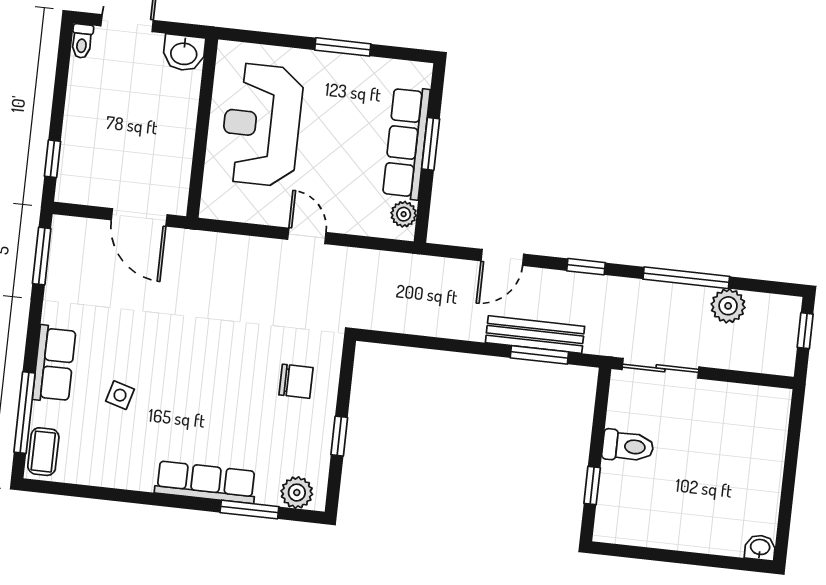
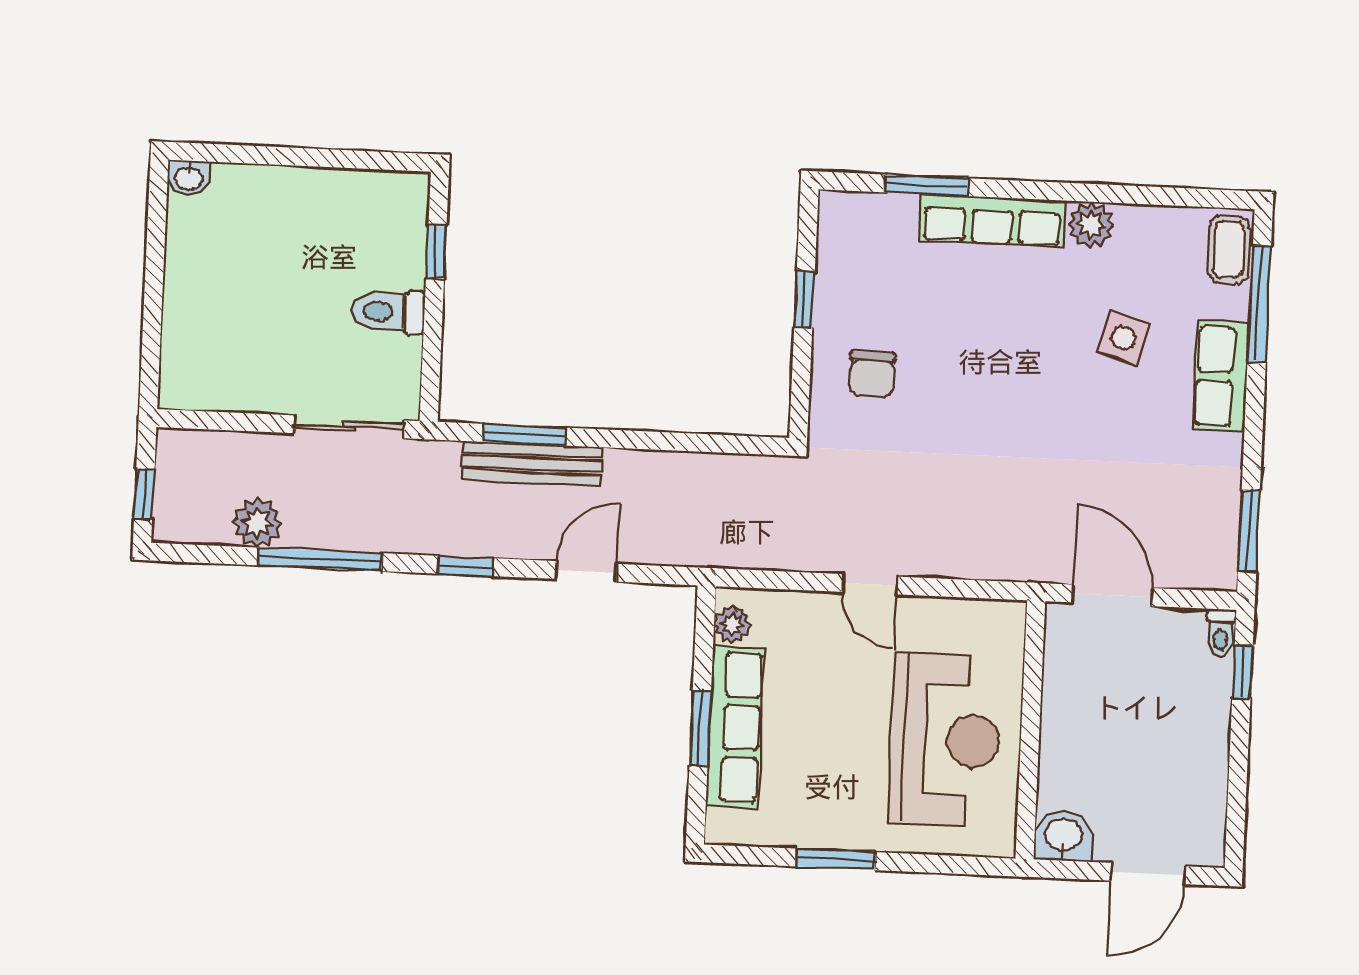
toilet: (82, 41) -> (1221, 633), moved, turned 180
chair: (296, 381) -> (872, 374), turned -90
side table: (120, 395) -> (1124, 338), width x1.37, depth x1.37
plant: (297, 493) -> (1091, 225), moved

